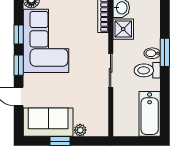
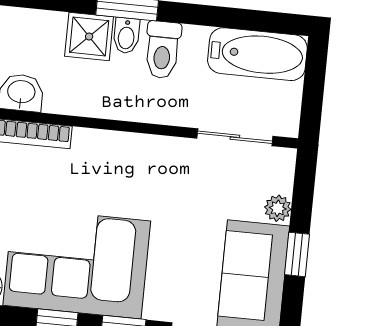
shower: (123, 29) -> (89, 36), moved
sliding door: (111, 70) -> (235, 137), moved

